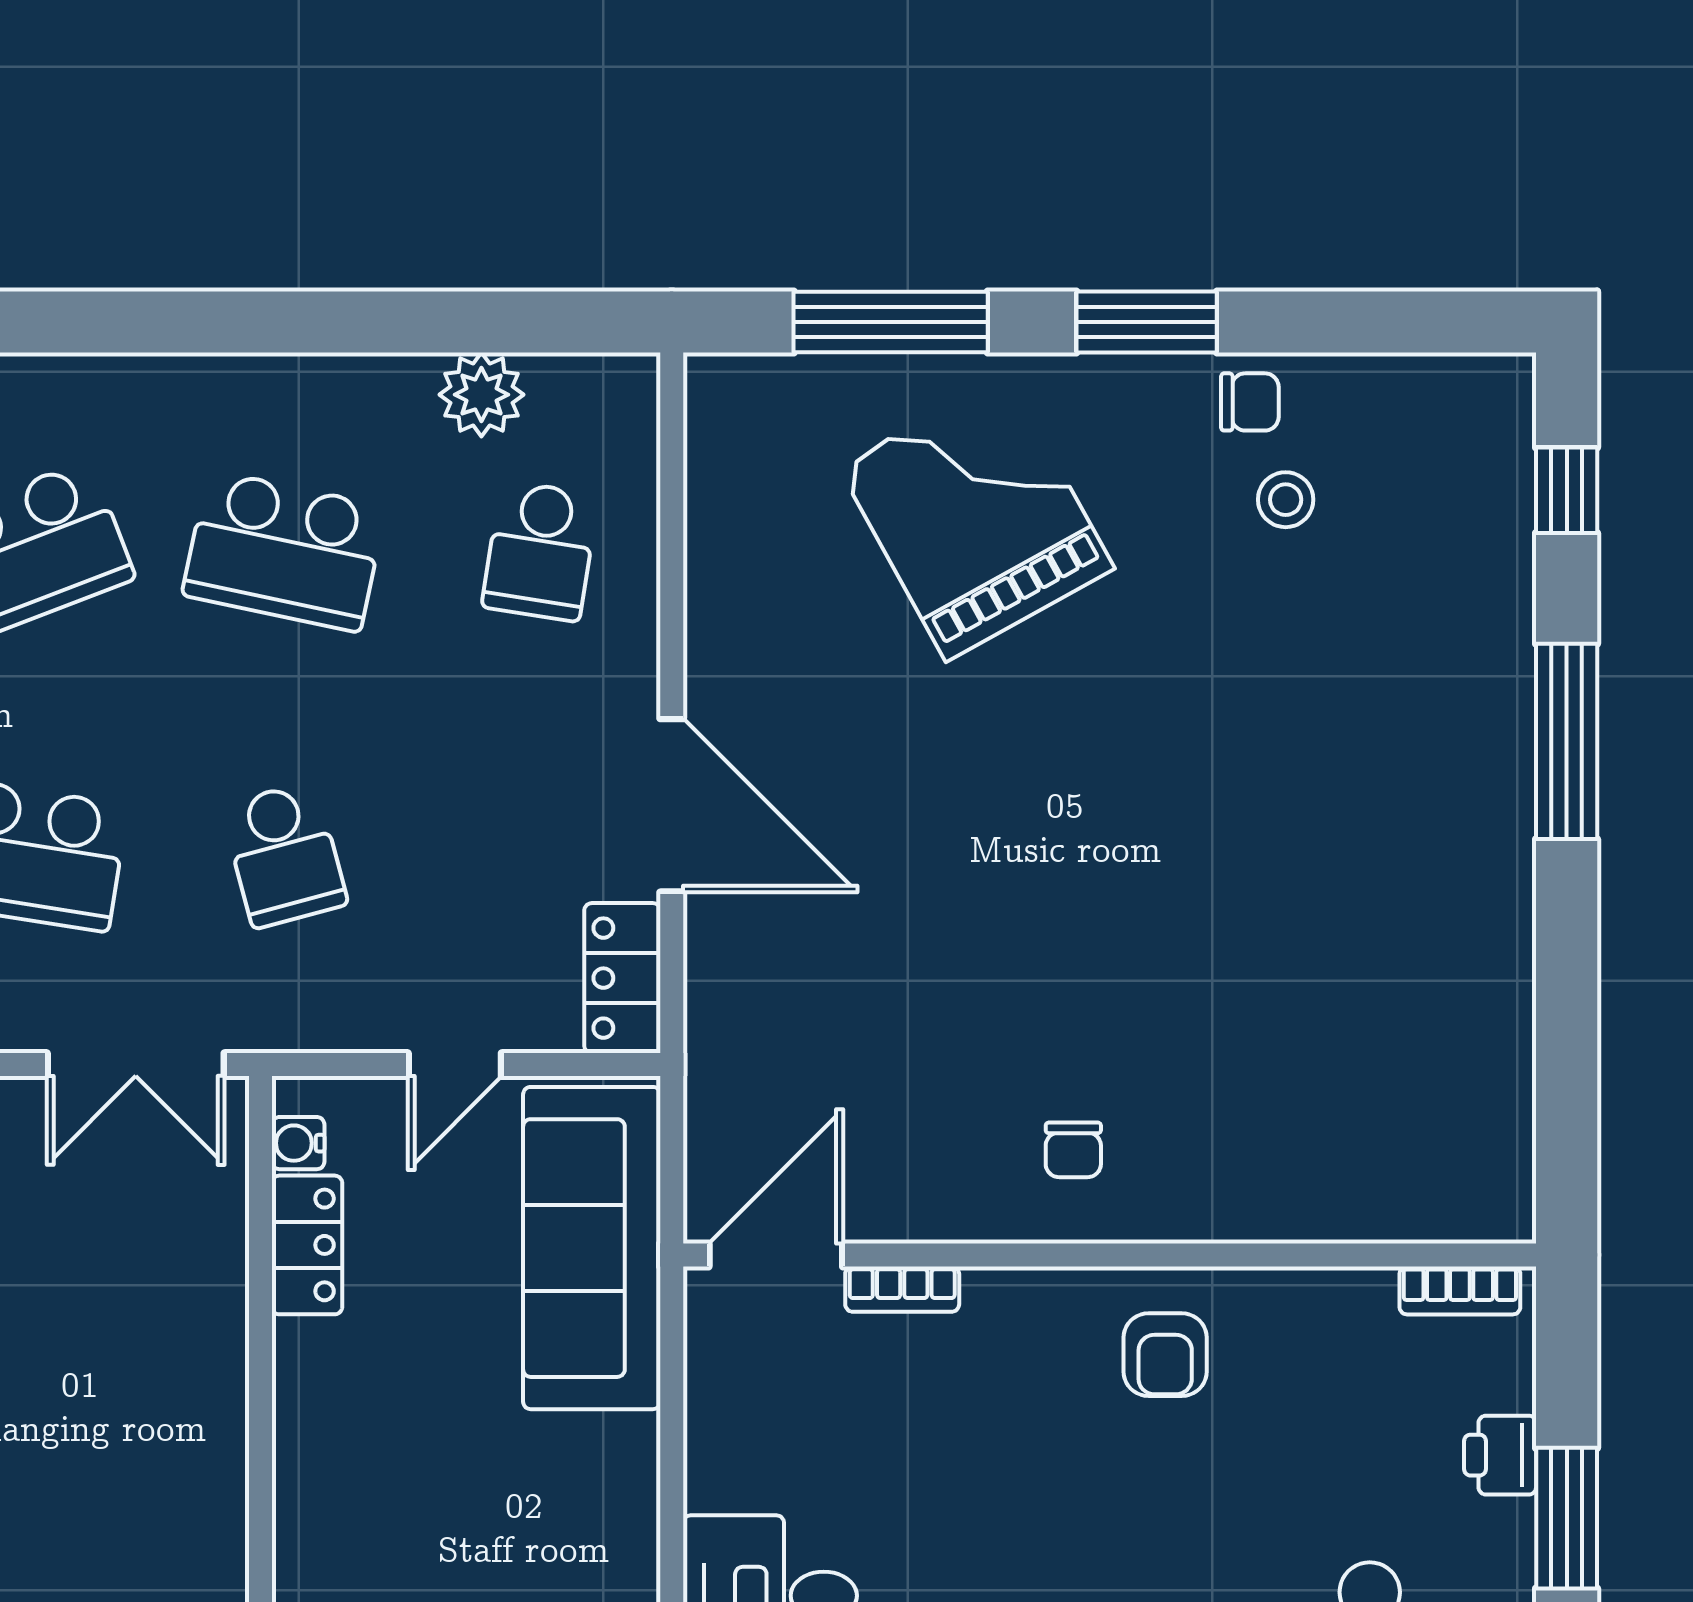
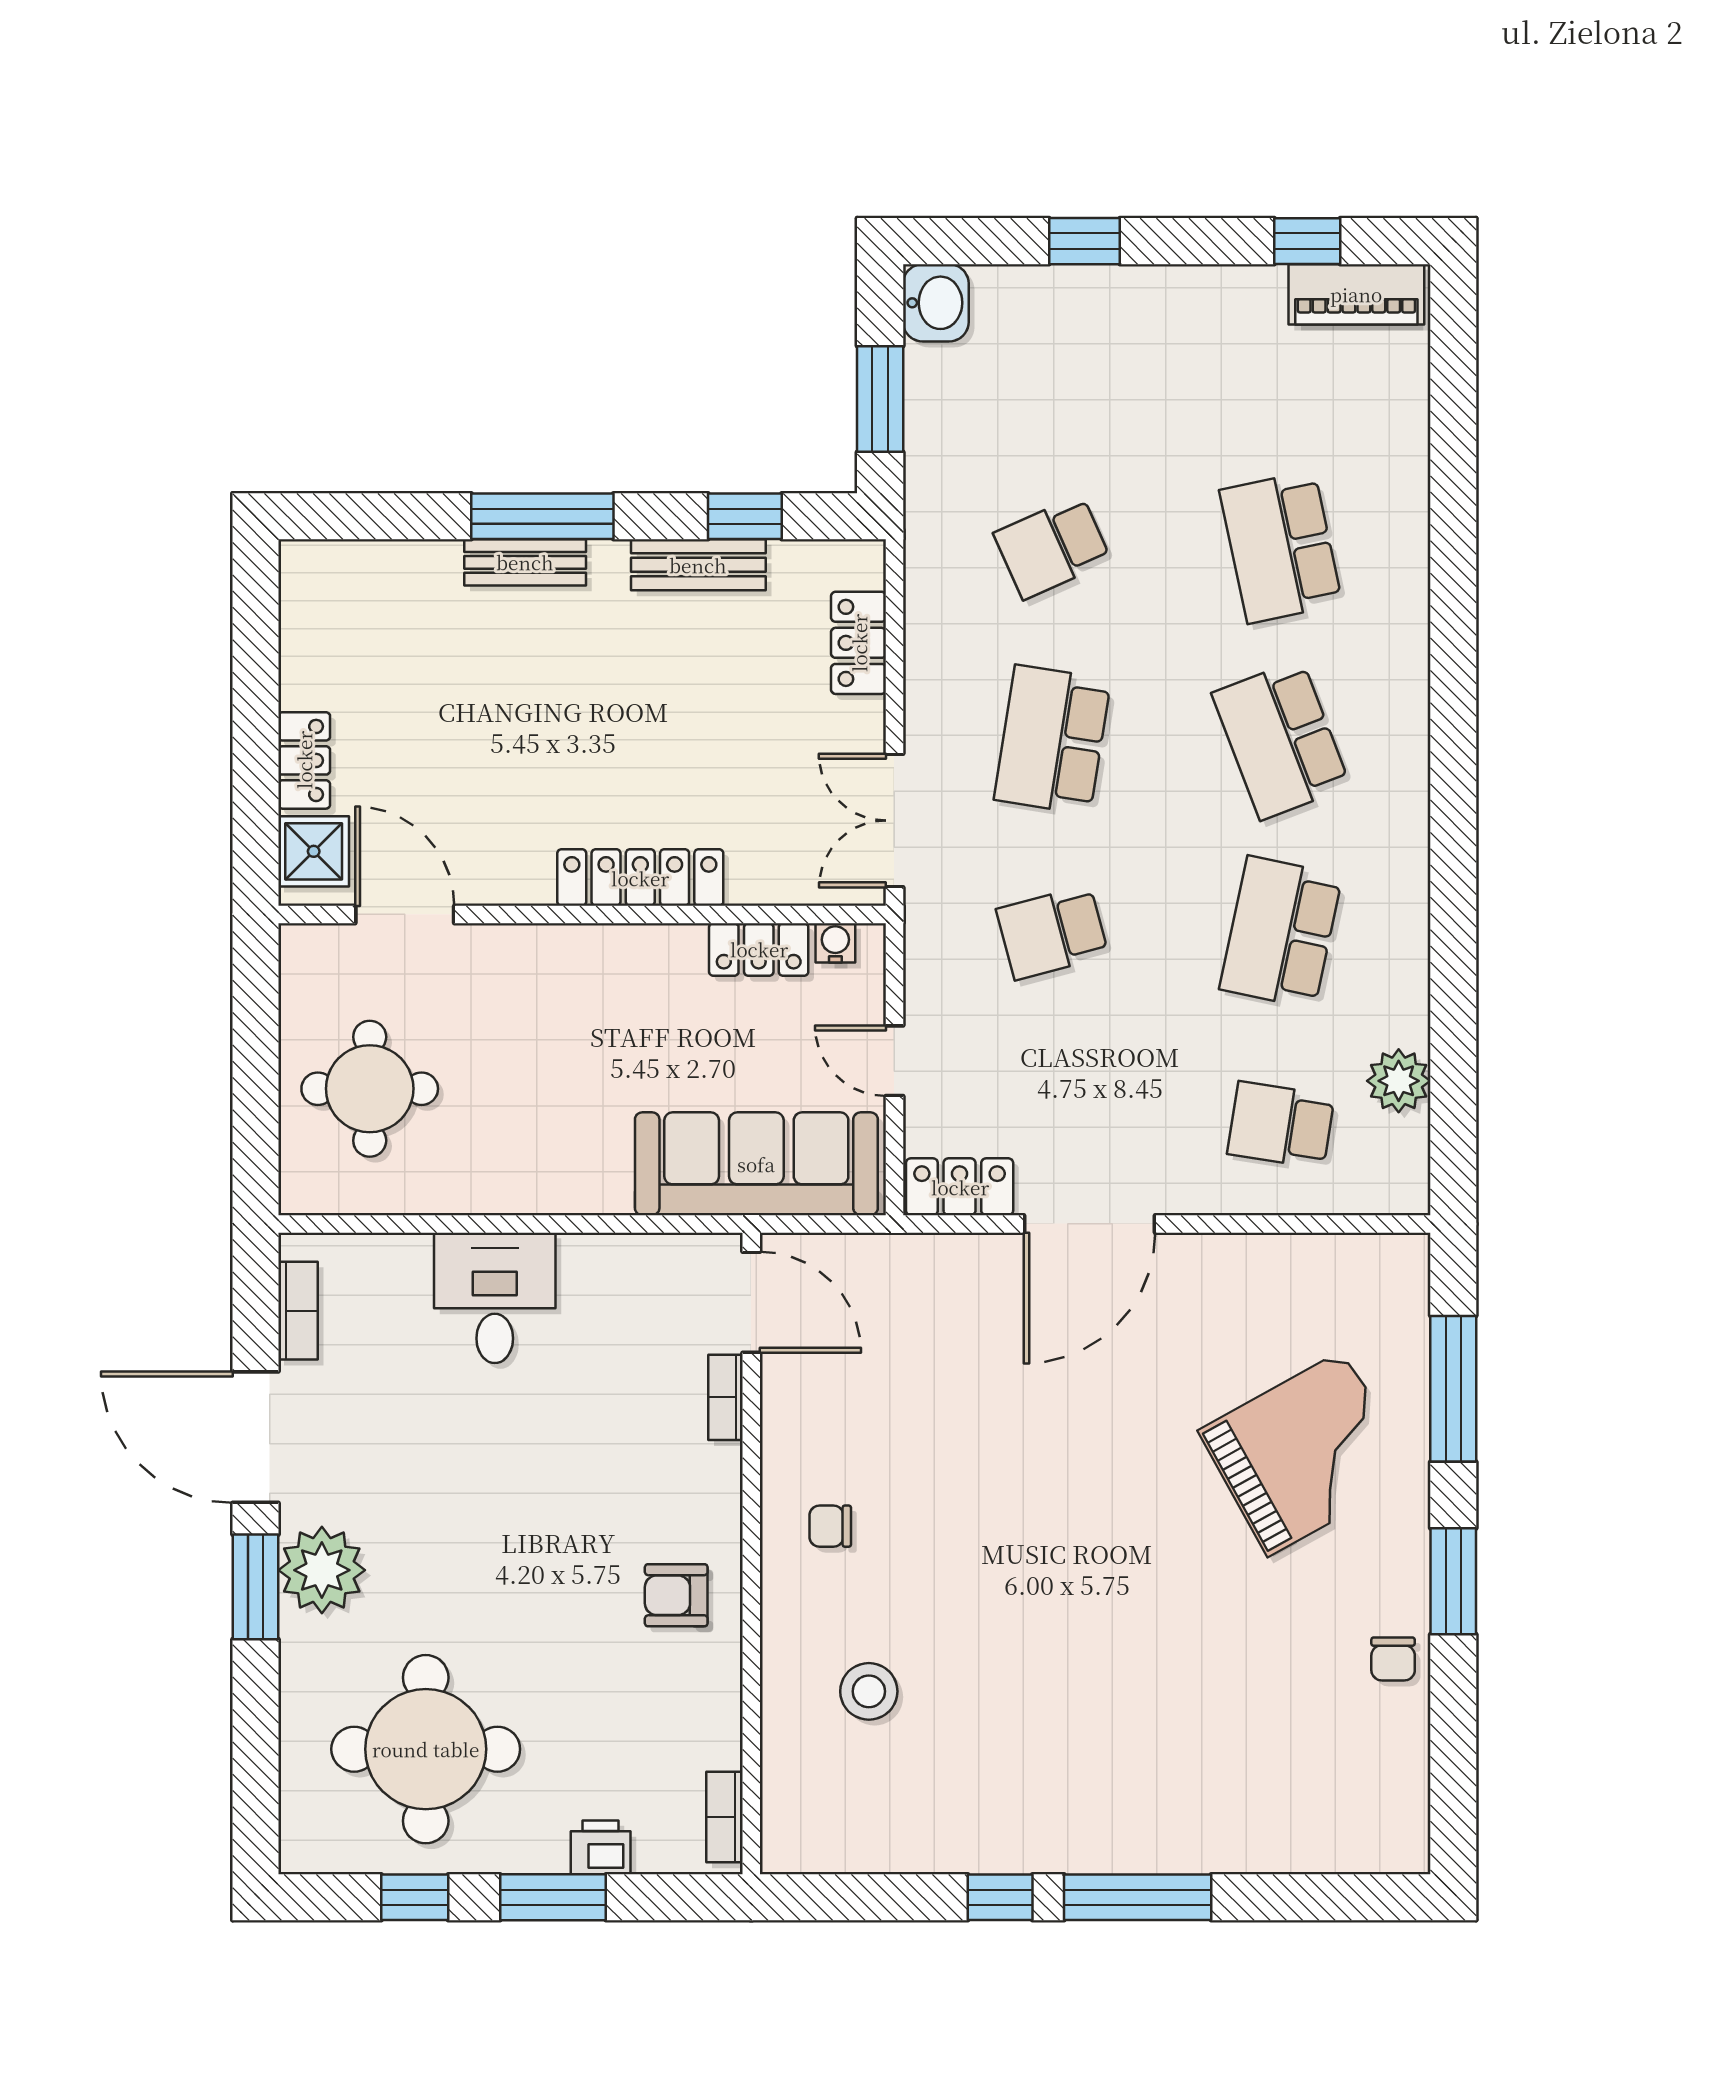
window: (1567, 490) -> (1000, 1897), moved
stool: (1286, 500) -> (869, 1691), moved, width x1.37, depth x1.37
locker: (211, 1402) -> (640, 878), added

